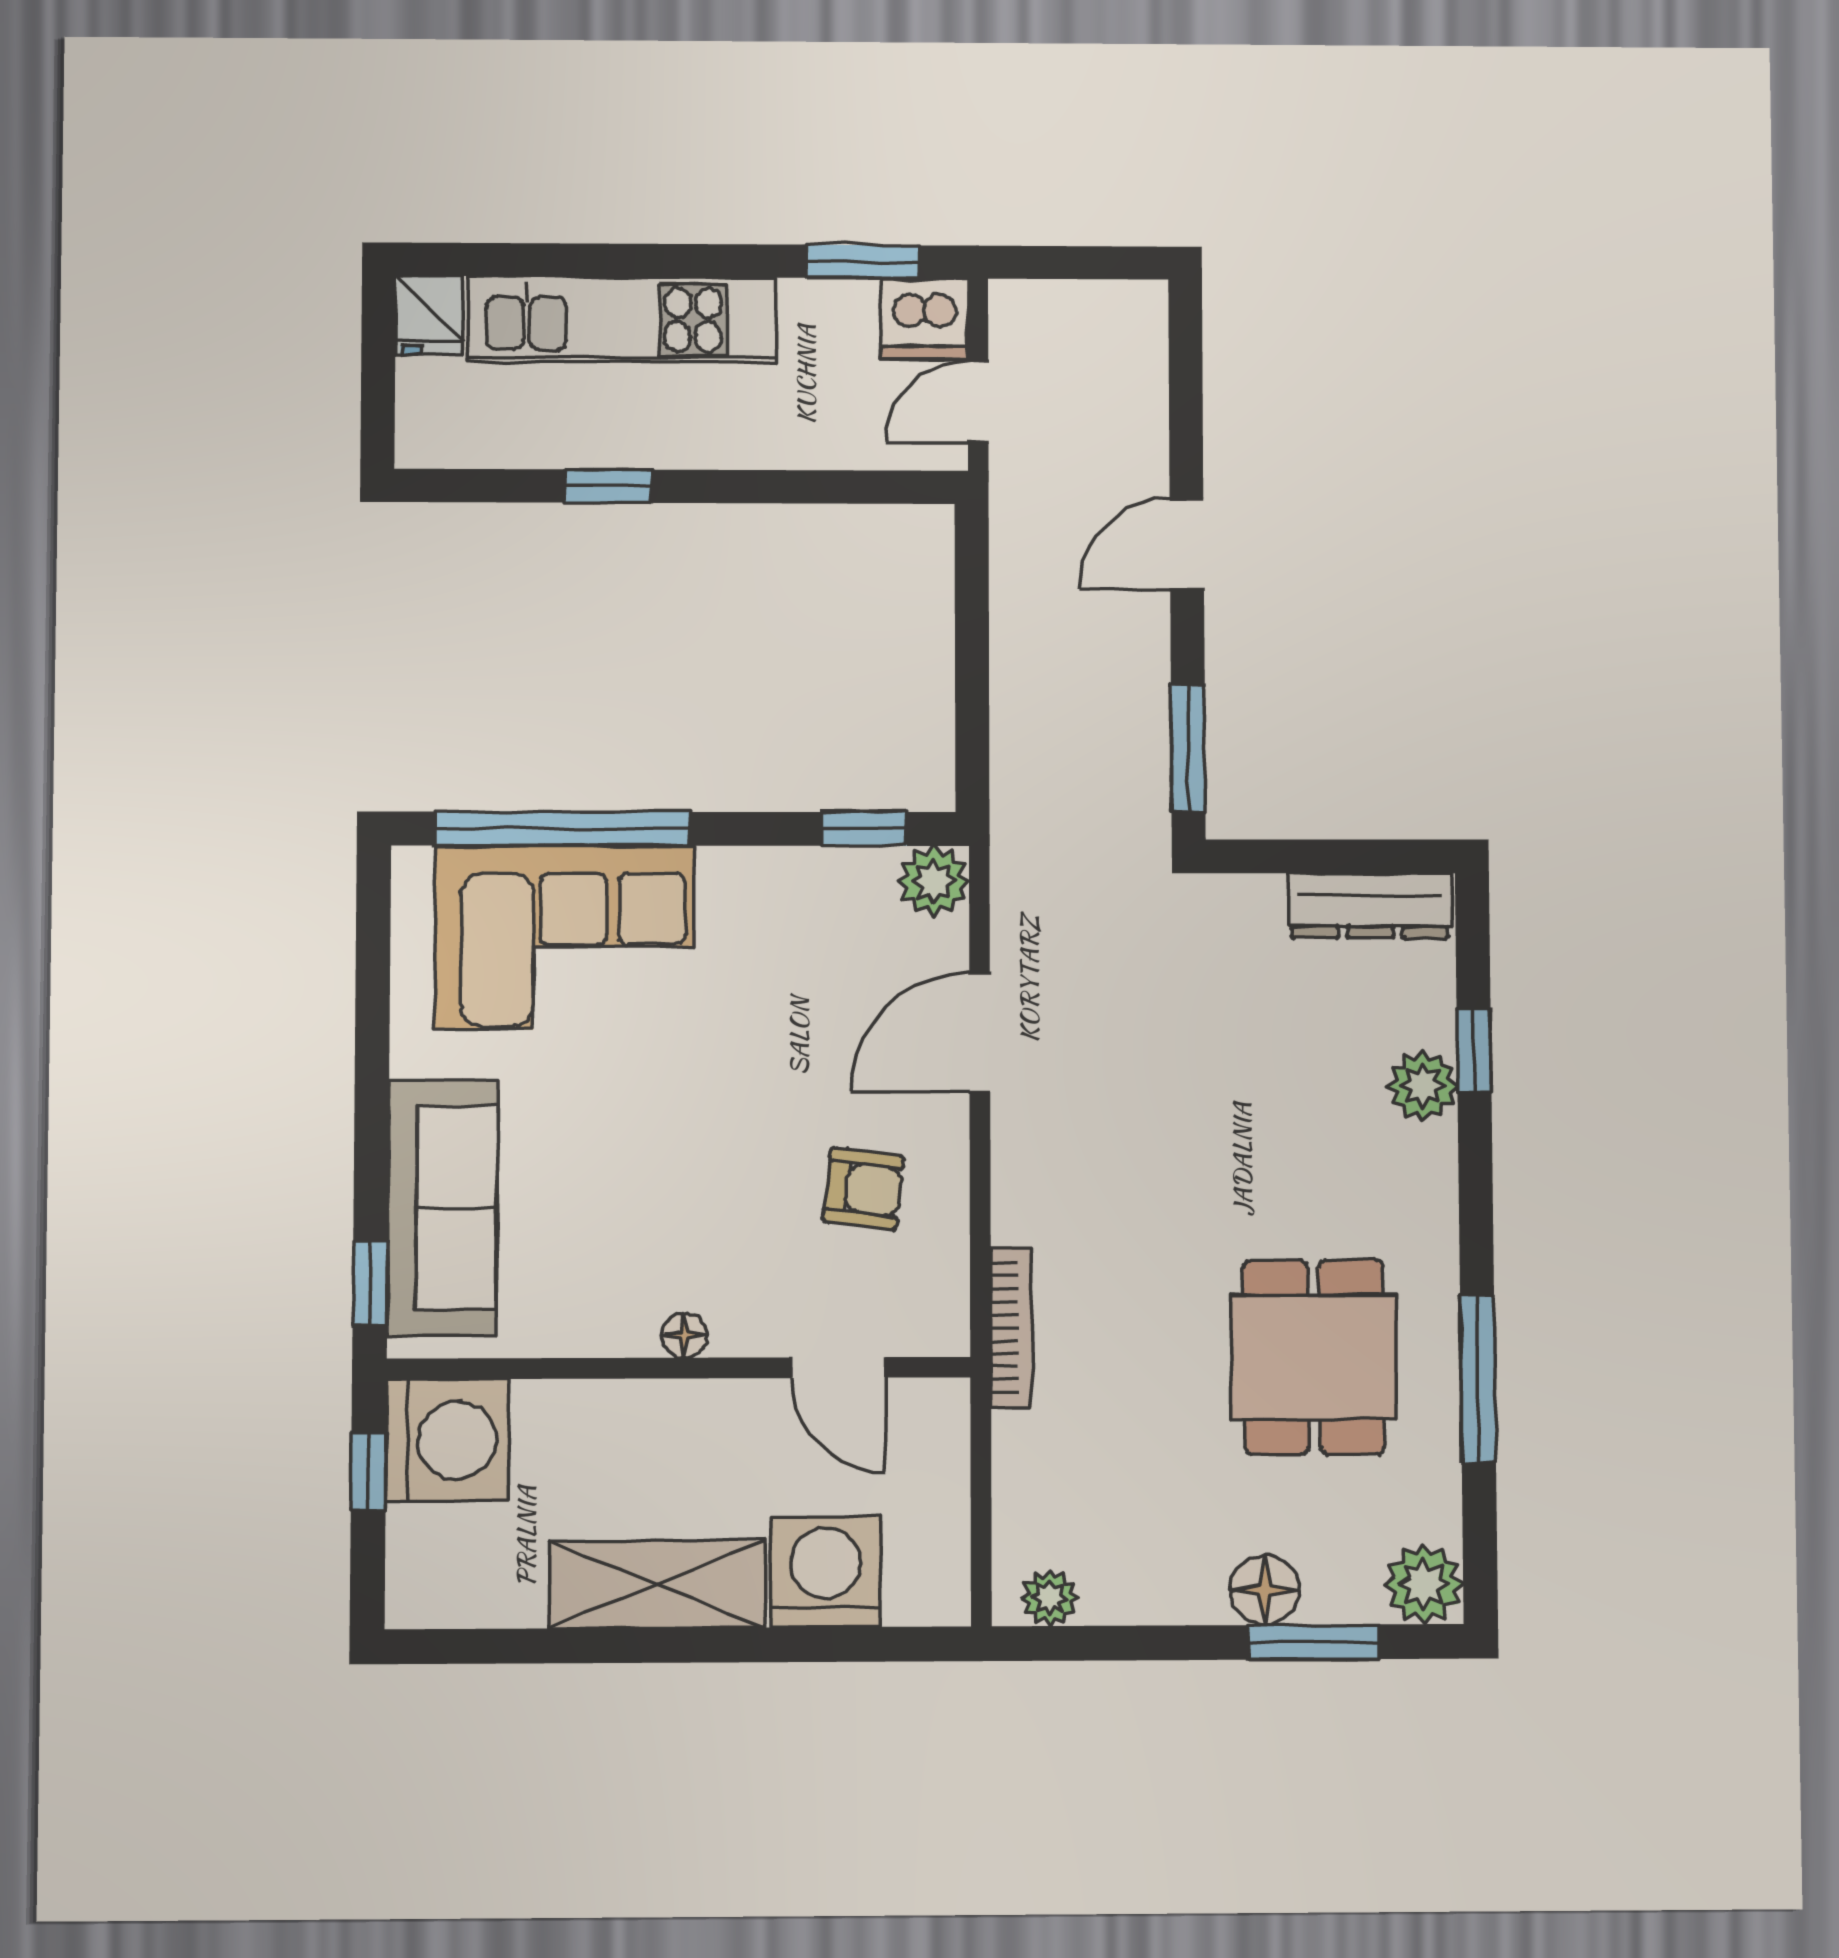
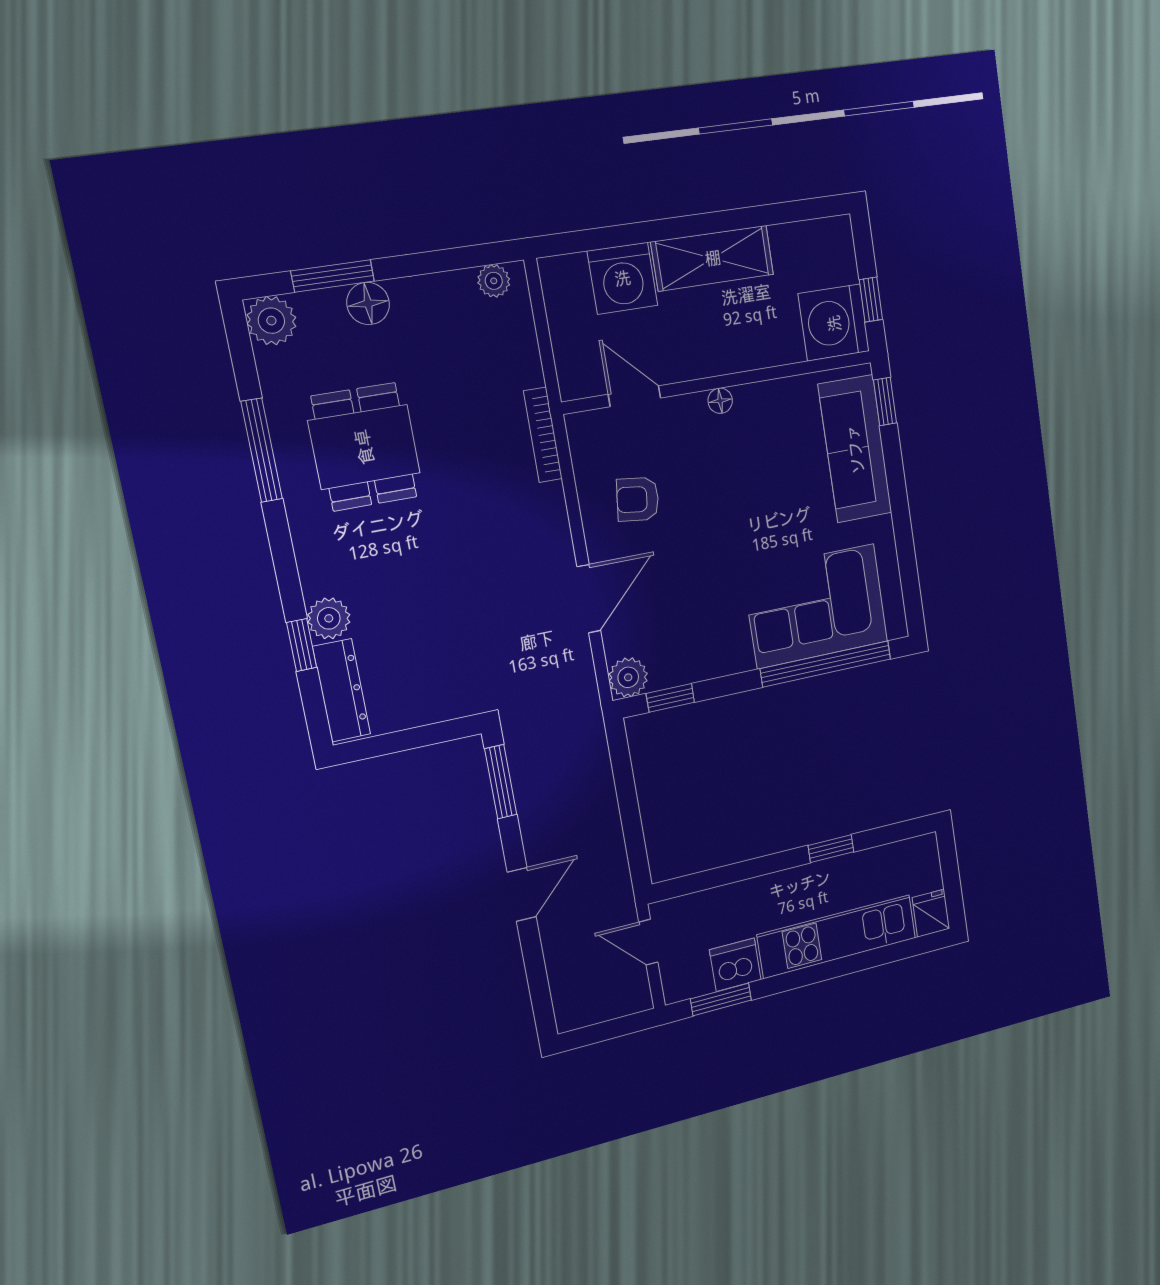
dishwasher: (924, 319) -> (735, 965), moved
door: (978, 402) -> (648, 942), swing flipped
dresser: (1370, 906) -> (342, 690), moved, turned 90

